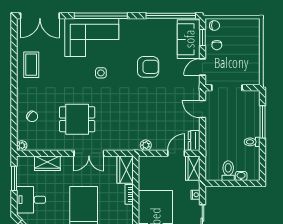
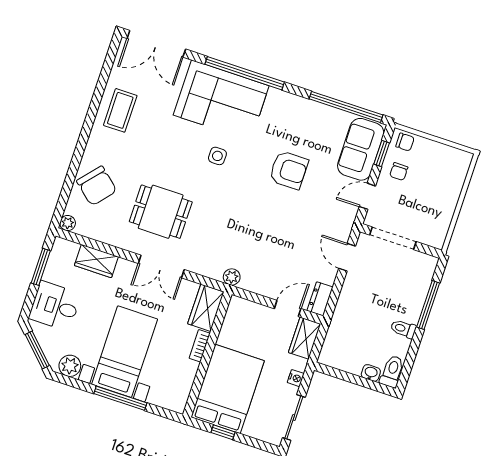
chair: (32, 116) -> (97, 186), width x1.87, depth x1.87
plant: (146, 145) -> (232, 277), moved
toilet: (228, 171) -> (392, 371), moved

